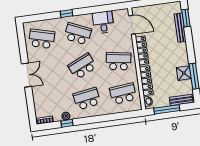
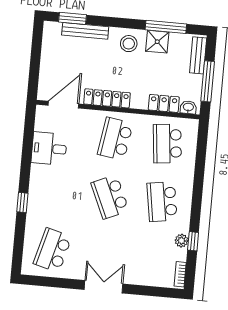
school desk: (78, 34) -> (58, 192), removed
stool: (179, 56) -> (129, 44), added
locker: (146, 81) -> (164, 103), width x0.66

